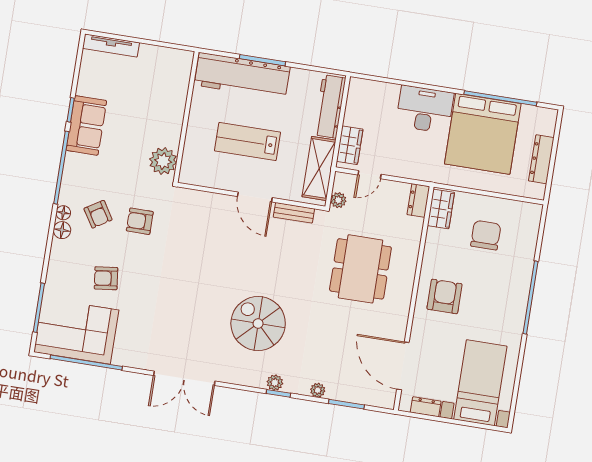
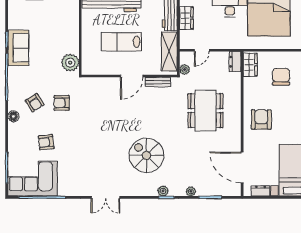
wardrobe: (350, 145) -> (186, 18), moved
door: (255, 197) -> (132, 76), hinge flipped
floor lamp: (63, 213) -> (13, 105), removed
double door: (184, 378) -> (105, 197), width x0.73

